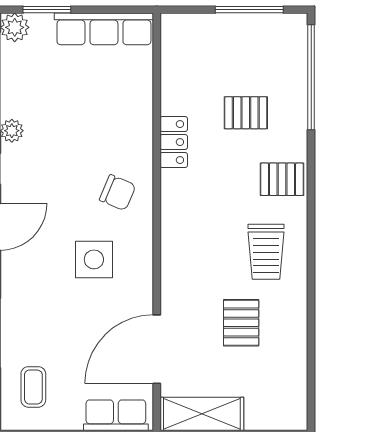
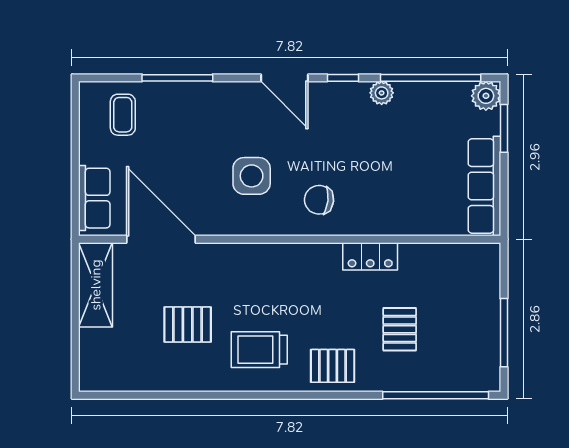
pallet: (282, 179) -> (333, 366), turned 90
chair: (118, 193) -> (319, 200), turned 73
coffee table: (33, 387) -> (123, 115), turned 90

